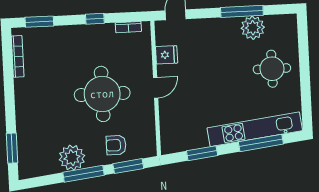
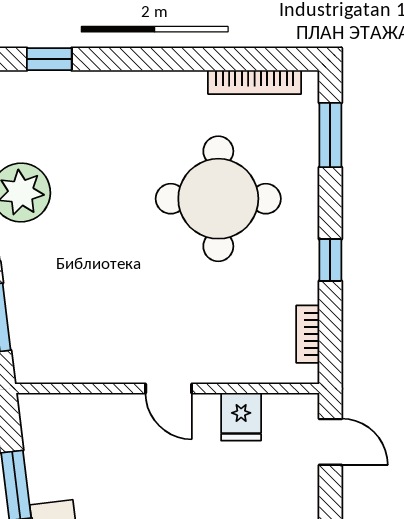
round table: (102, 94) -> (218, 199), moved
armchair: (116, 145) -> (44, 293), removed
window: (12, 148) -> (49, 59), width x0.67

